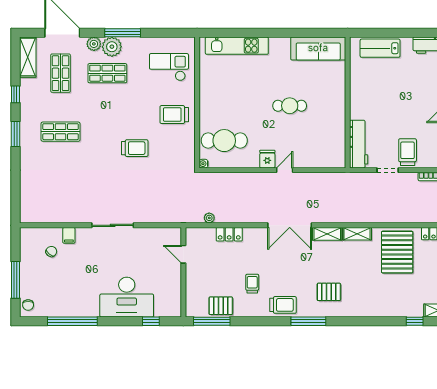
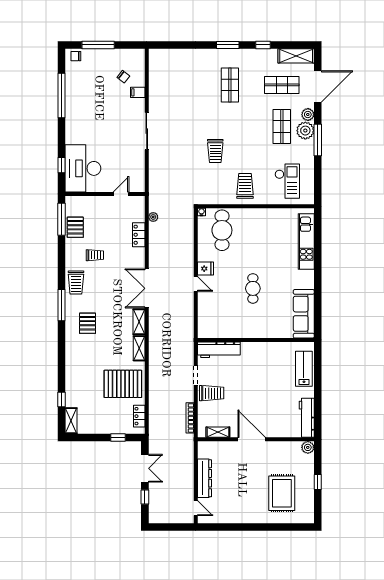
desk: (127, 297) -> (83, 168), moved

